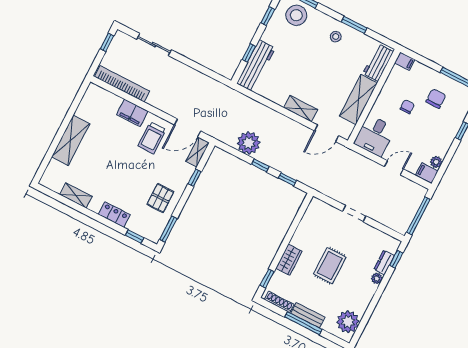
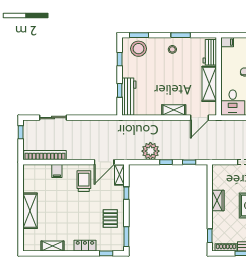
filing cabinet: (132, 113) -> (57, 171), width x0.50
trolley: (152, 138) -> (84, 181), turned 180
wardrobe: (289, 260) -> (218, 200), moved

